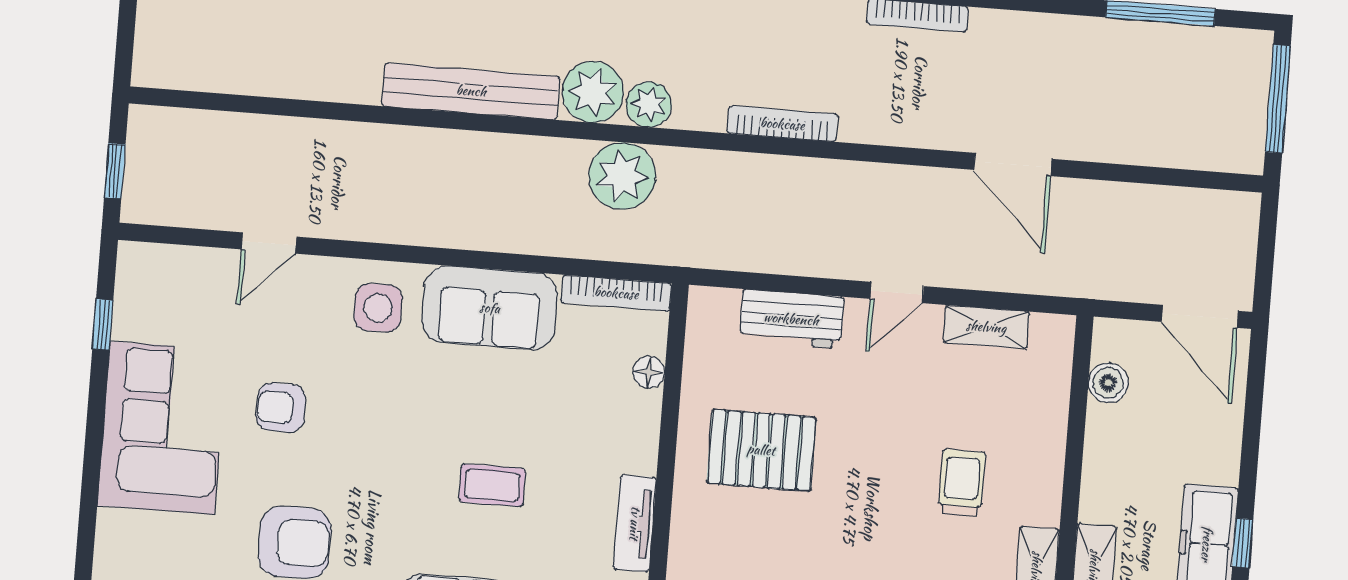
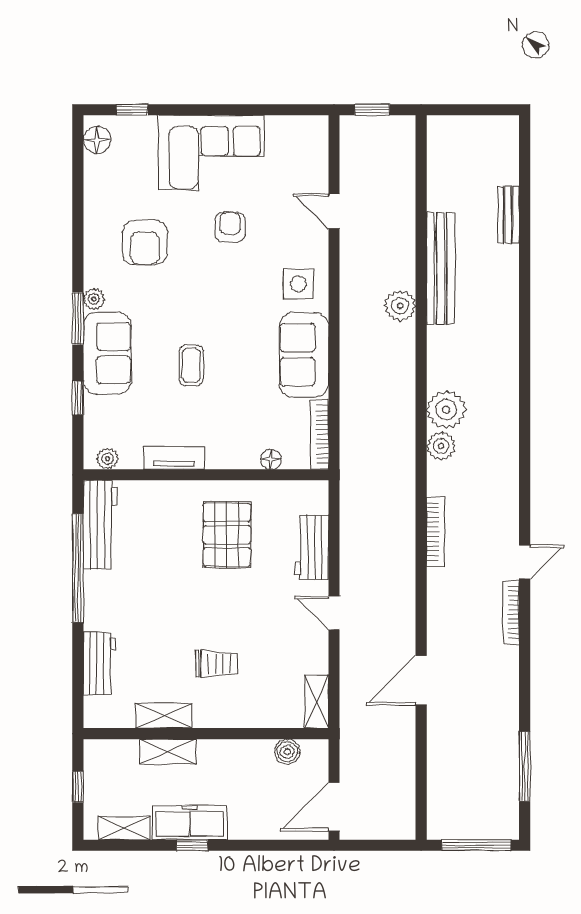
bench: (471, 91) -> (441, 268), moved
plant: (622, 176) -> (400, 306), moved, width x0.73, depth x0.73
window: (103, 325) -> (132, 110), moved
shelving: (986, 327) -> (316, 701), moved

